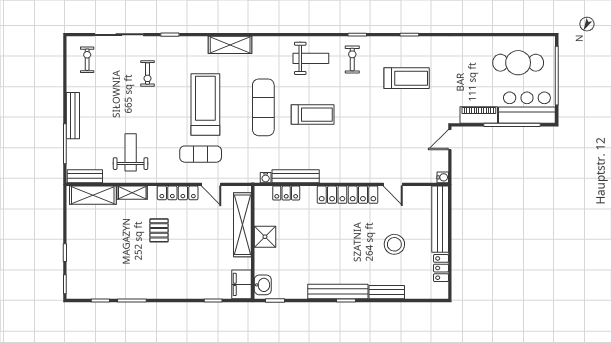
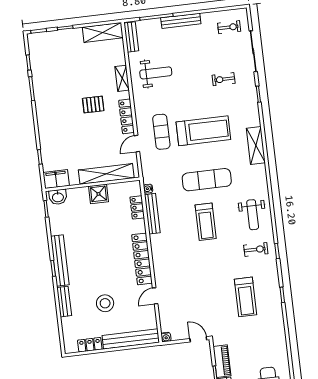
shelving: (93, 195) -> (103, 33), moved, turned 90

